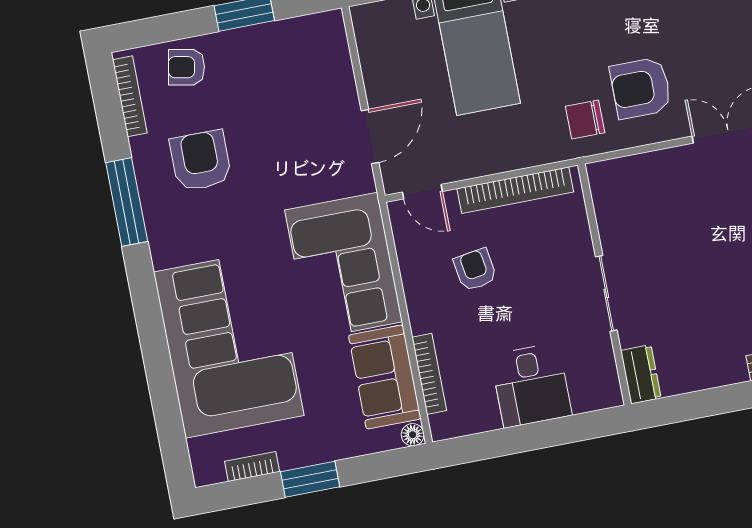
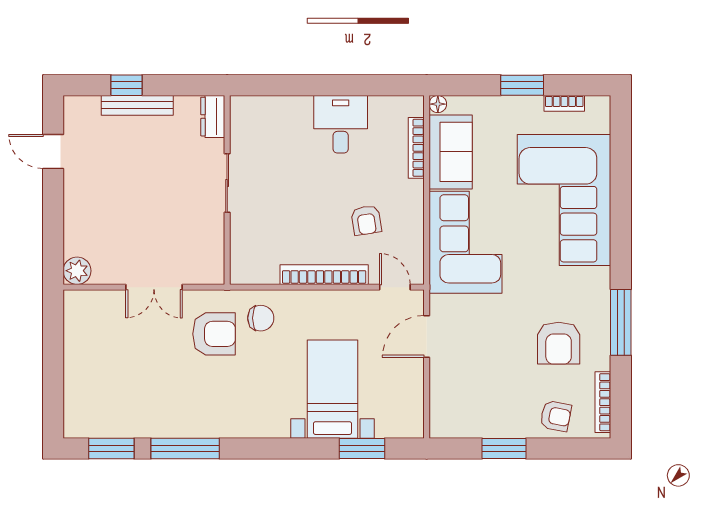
wall: (605, 285) -> (227, 190), moved
sliding door: (606, 293) -> (227, 183), moved
dresser: (641, 374) -> (213, 117), moved

